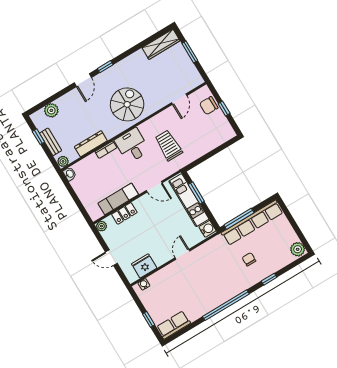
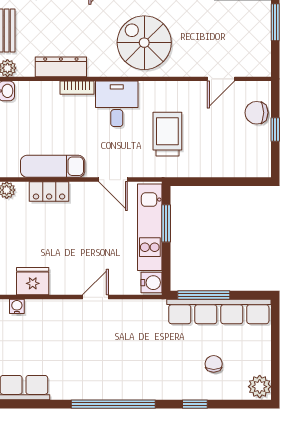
spiral stairs: (127, 104) -> (144, 43), turned -90
chair: (249, 259) -> (214, 364), moved

